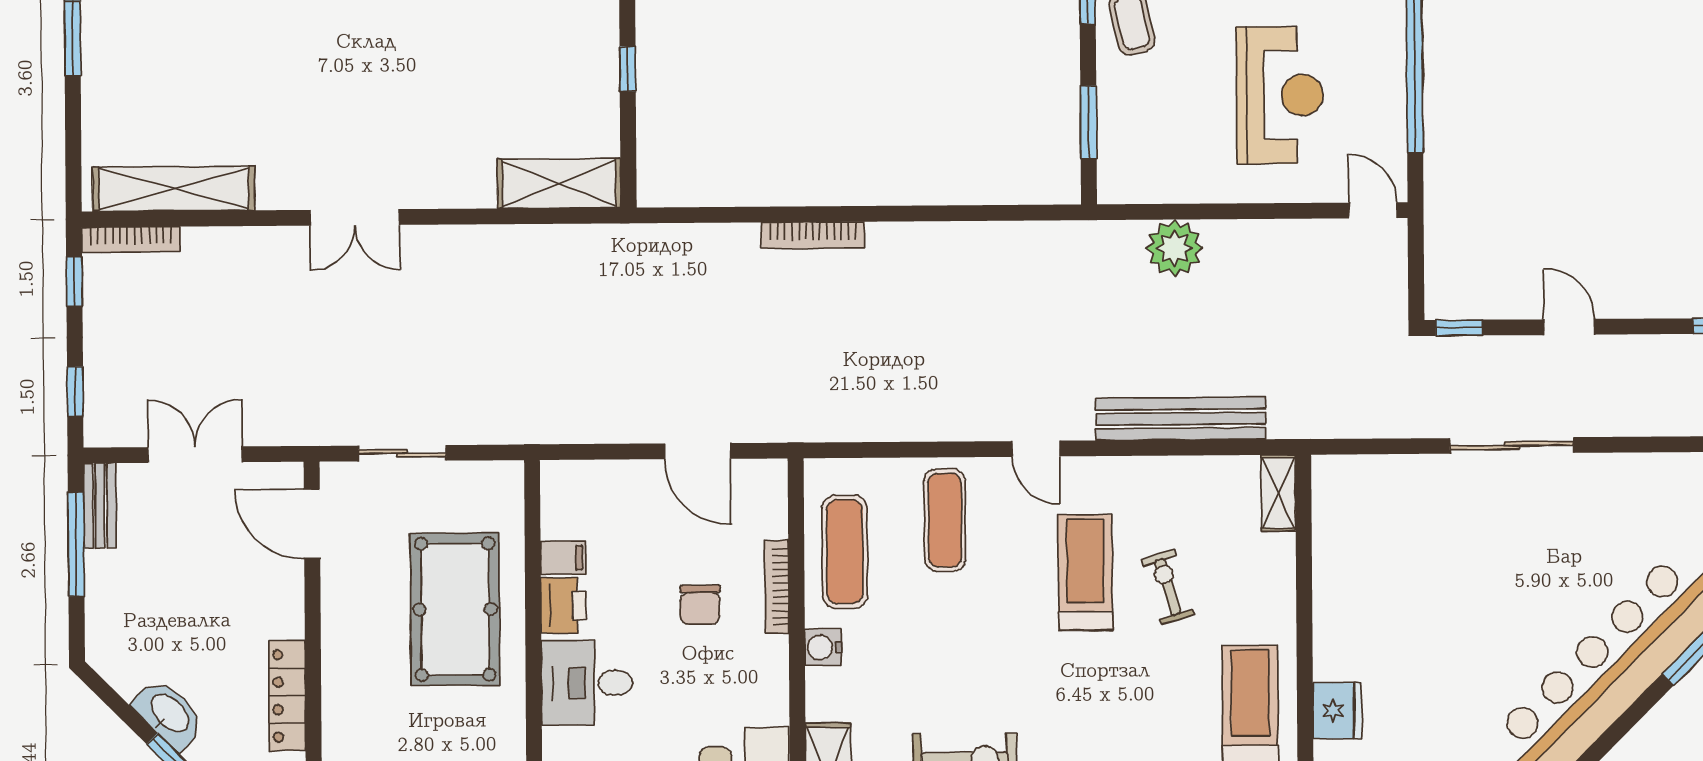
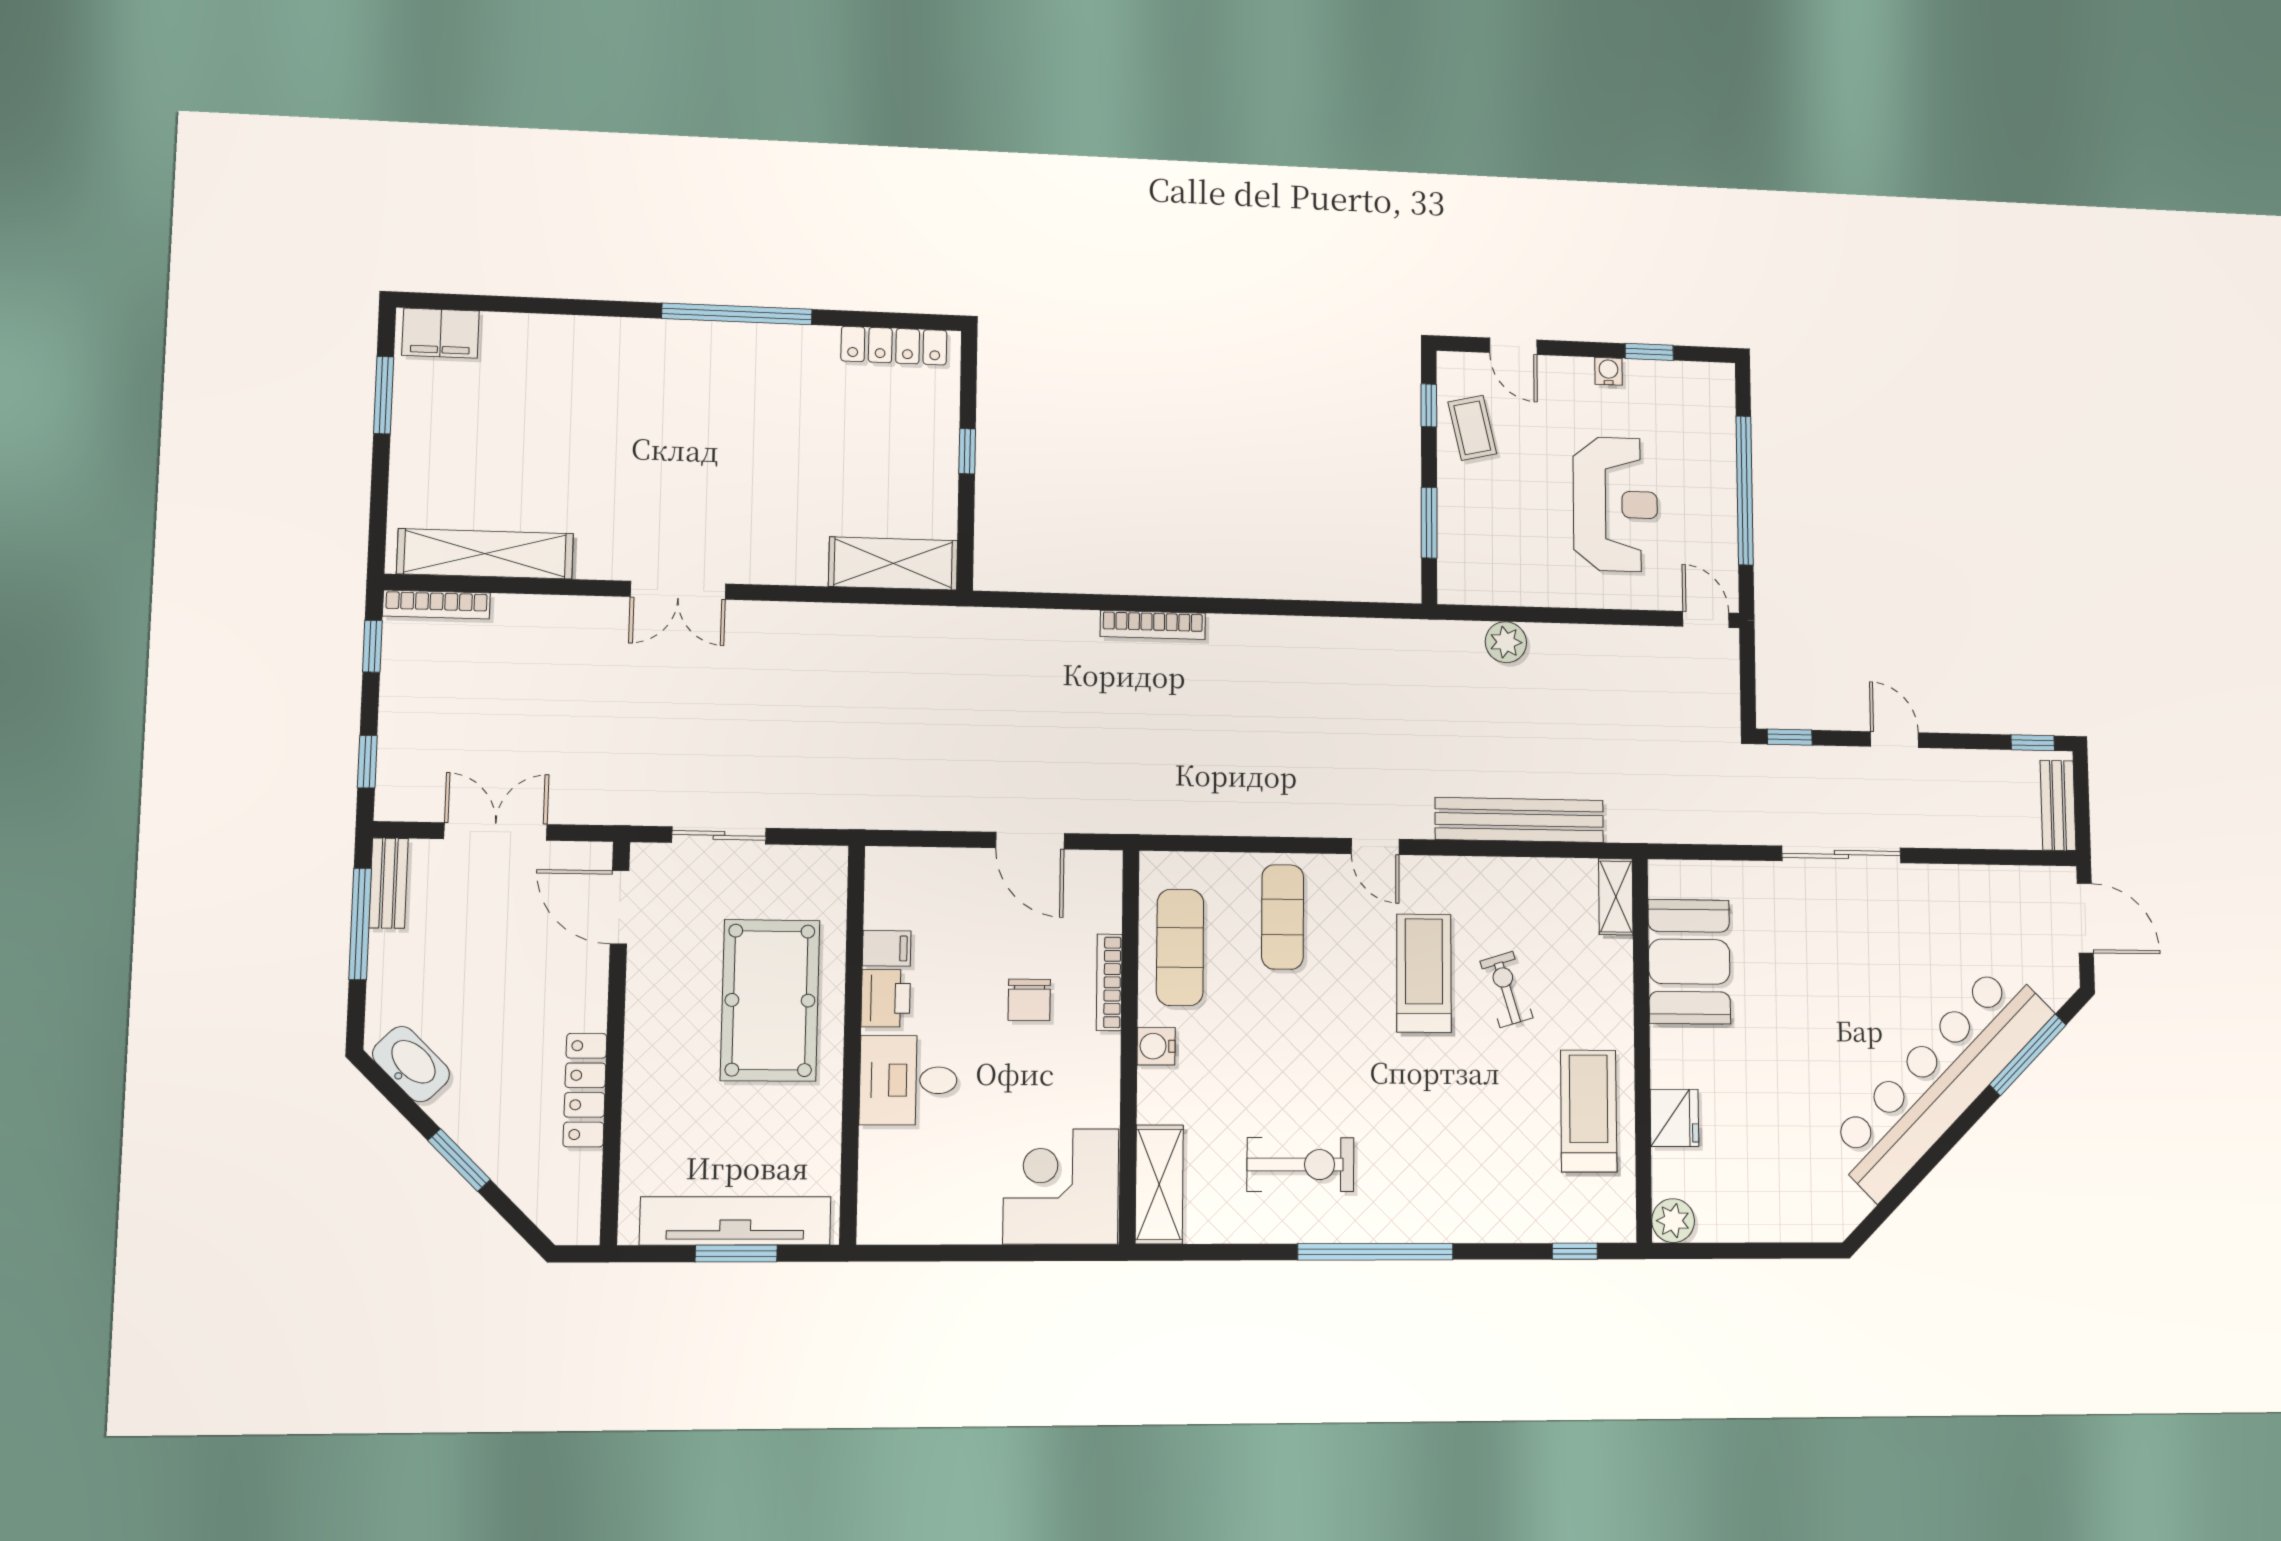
plant: (1174, 248) -> (1506, 642), width x0.73, depth x0.73
booth: (1353, 556) -> (1689, 962), added
washbasin: (169, 714) -> (411, 1064), moved

